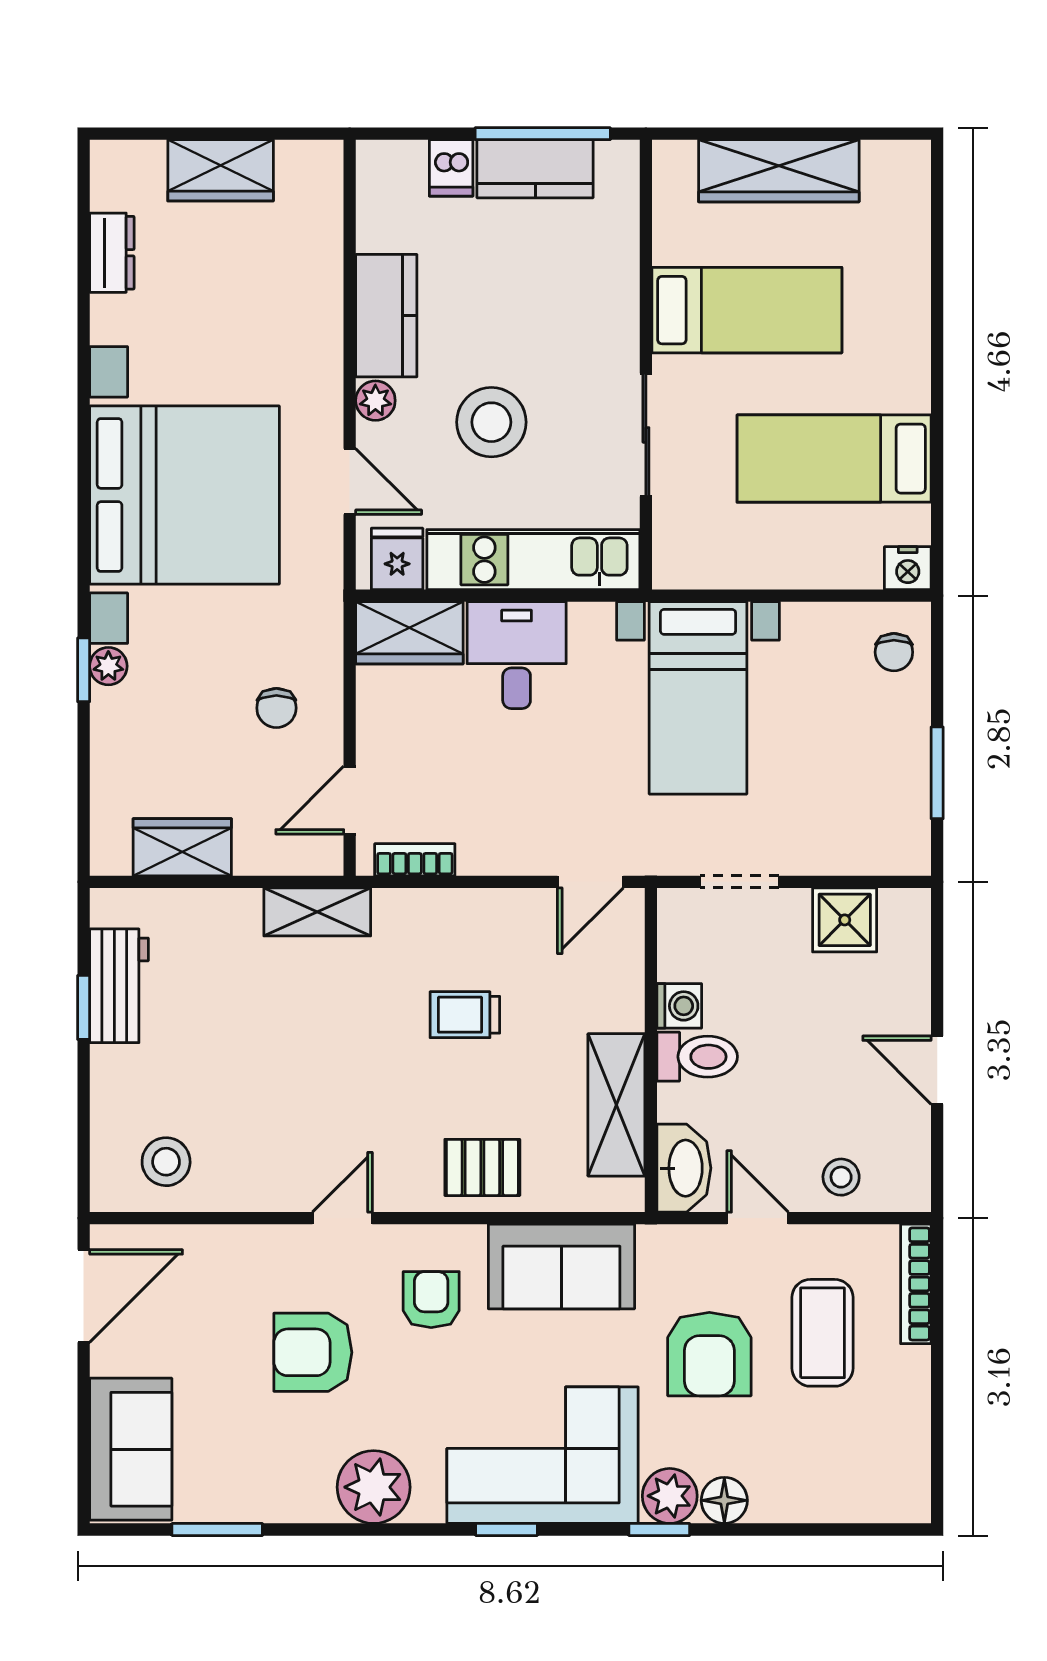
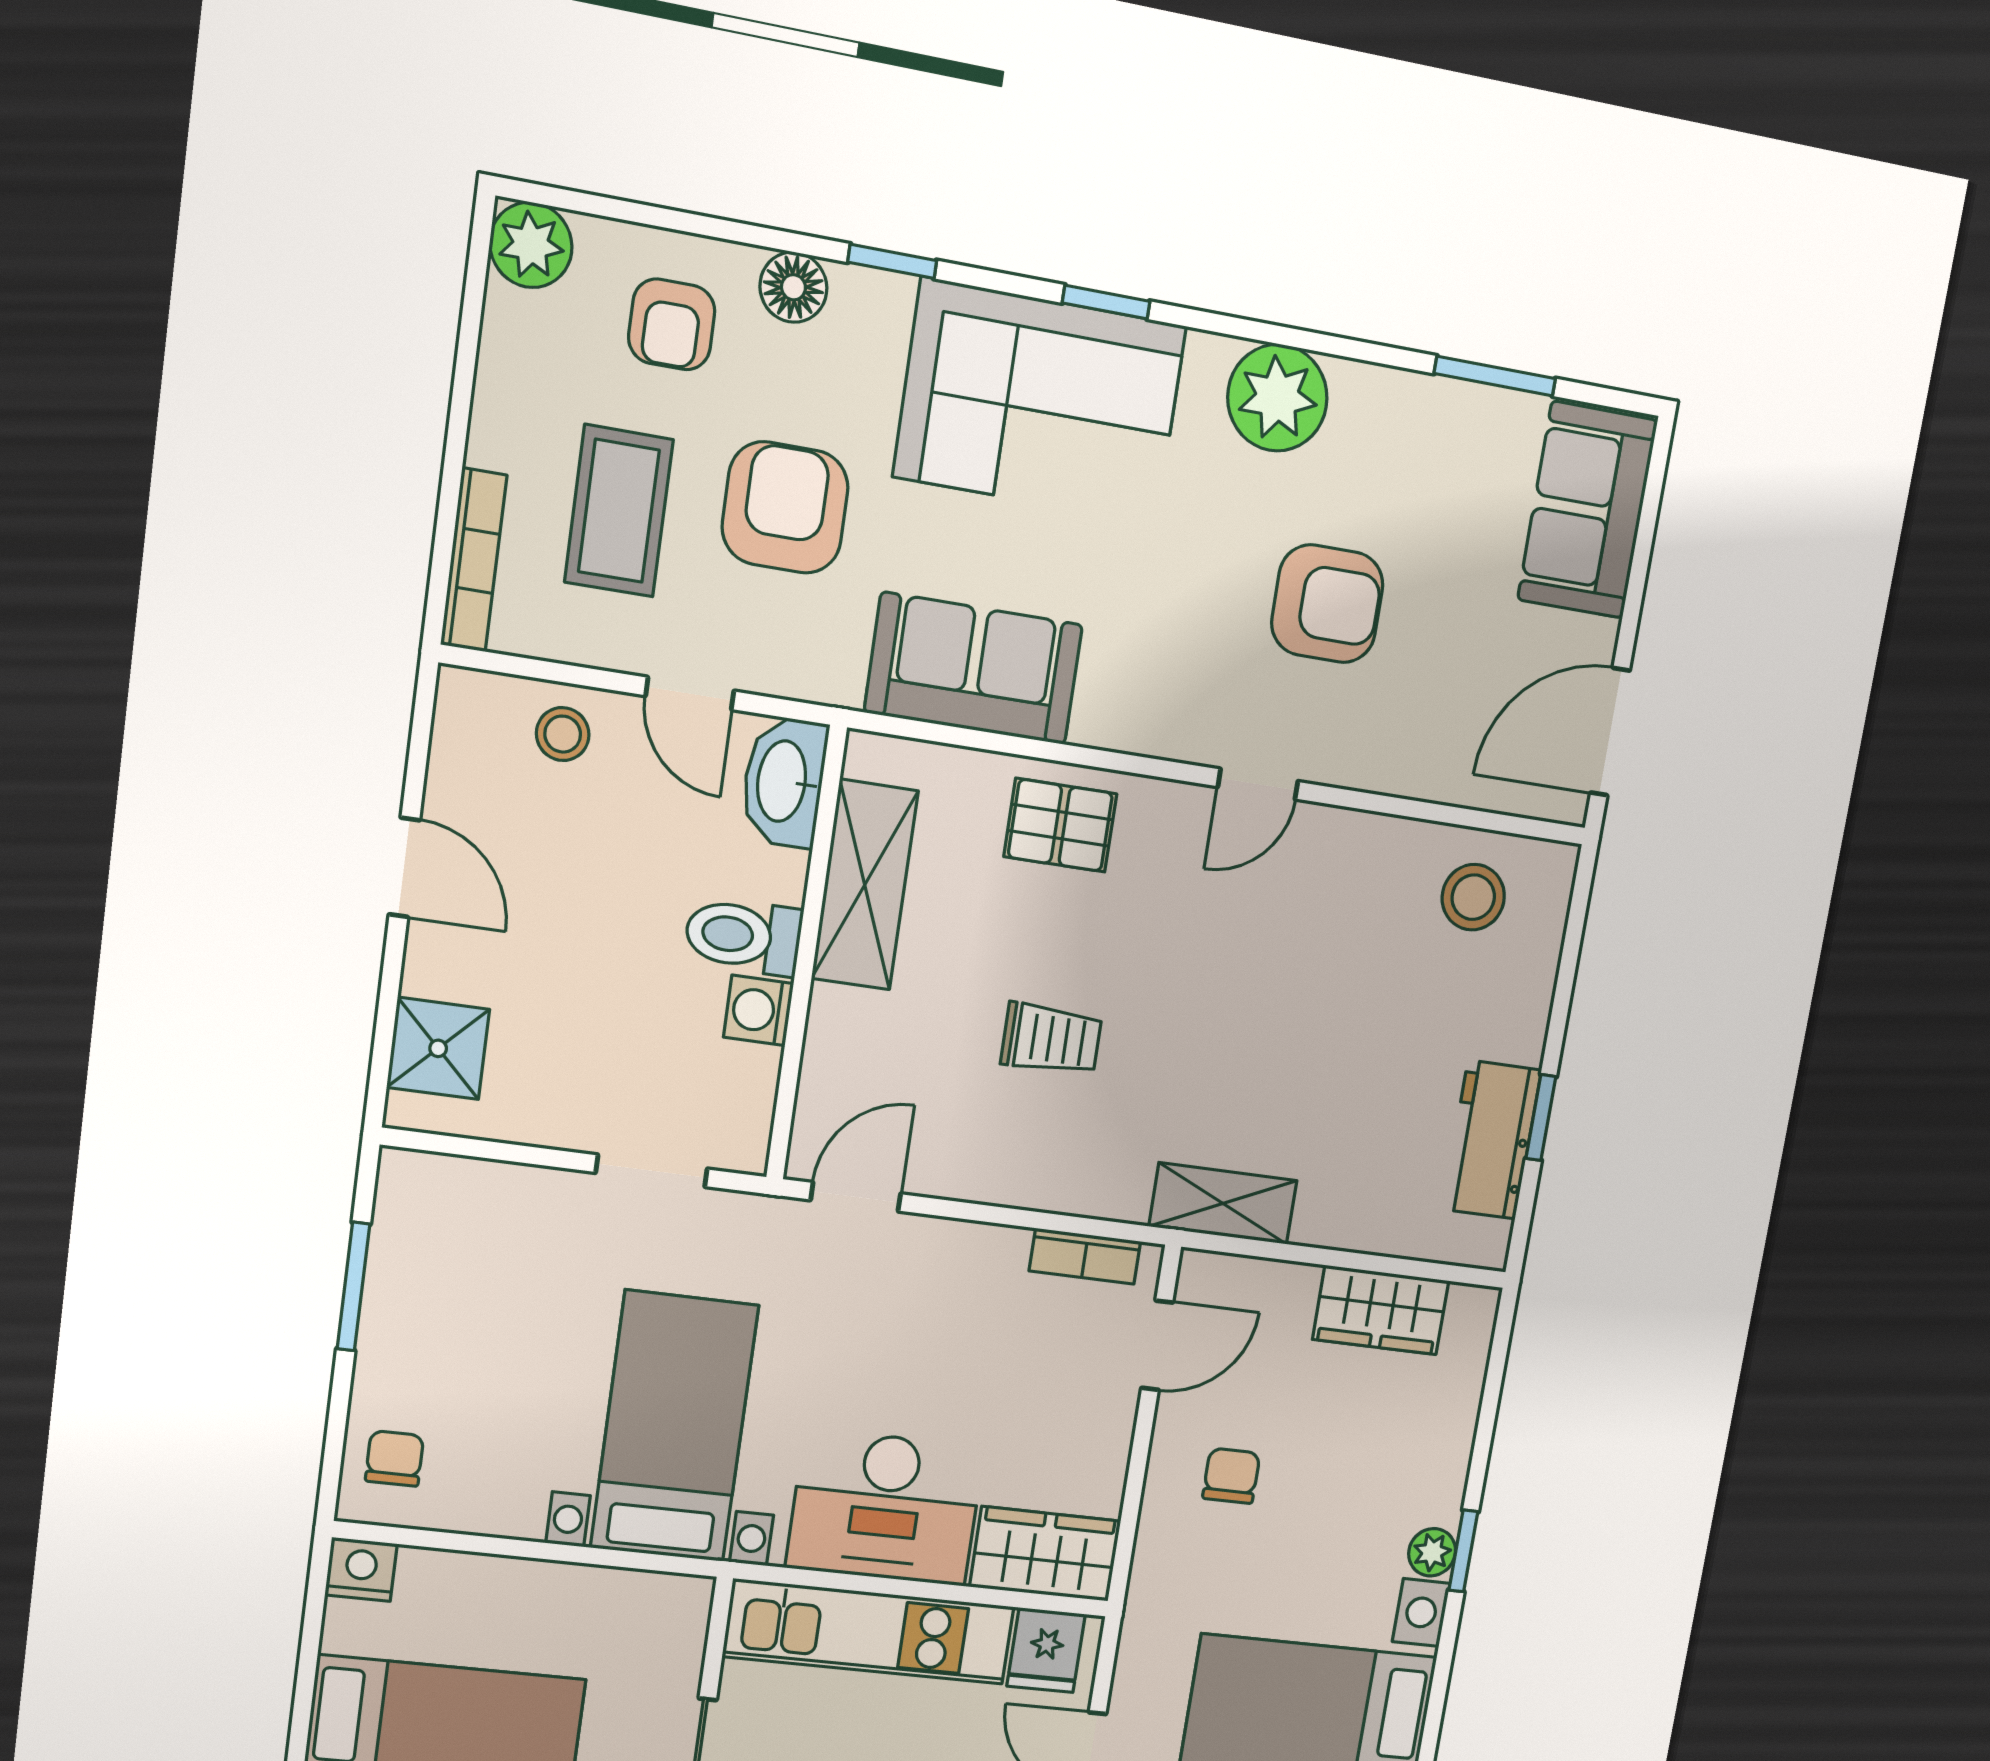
desk: (517, 655) -> (885, 1507), width x1.37
shower: (845, 920) -> (438, 1048), moved
armchair: (431, 1300) -> (672, 324), moved
plant: (670, 1496) -> (531, 245), moved

